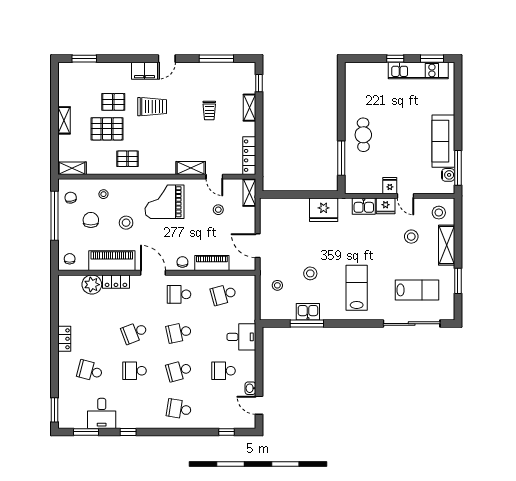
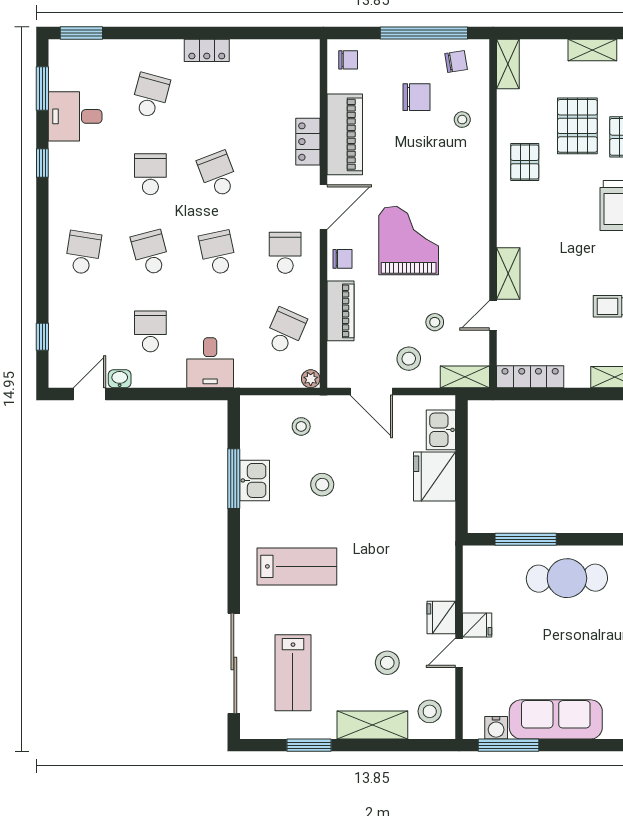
cafe table: (363, 135) -> (567, 578), width x1.37, depth x1.35
grand piano: (165, 202) -> (409, 240), moved
kitchen sink: (364, 206) -> (441, 430), moved
fridge: (324, 210) -> (435, 476), moved
stool: (126, 223) -> (409, 359), moved
door: (258, 246) -> (371, 392), swing flipped
plant: (92, 285) -> (311, 379), moved, width x0.53, depth x0.53
school desk: (223, 294) -> (285, 331), turned 39

